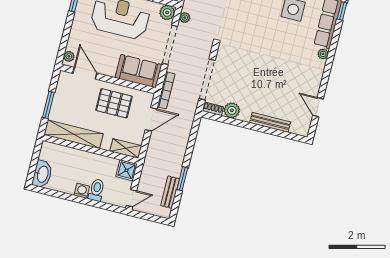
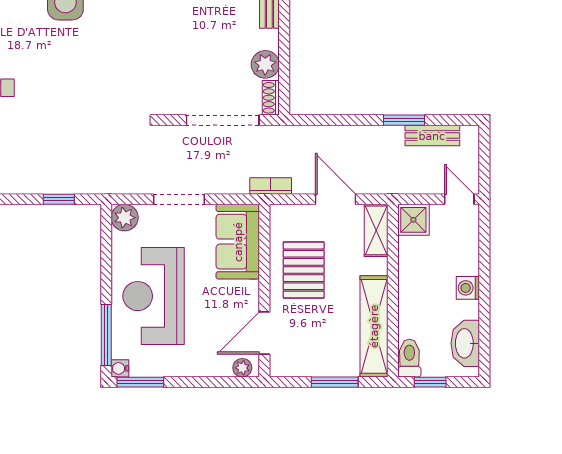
plant: (185, 18) -> (126, 185), removed
doorway: (170, 45) -> (179, 199), width x0.73
bookcase: (166, 90) -> (271, 186), width x0.64
door: (151, 119) -> (336, 199), moved
window: (35, 157) -> (430, 382), added
washbasin: (42, 174) -> (465, 343), moved, turned -90
toilet: (96, 190) -> (409, 358), moved, turned 90

